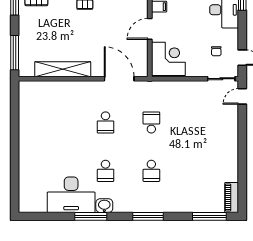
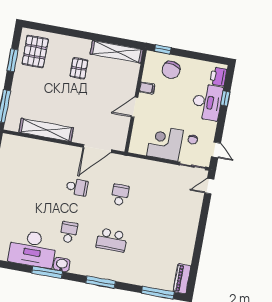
corner desk: (168, 59) -> (165, 143), moved, turned -90
door: (119, 79) -> (97, 149), swing flipped
school desk: (106, 122) -> (77, 187), turned -90
school desk: (106, 171) -> (69, 232), turned 180
school desk: (151, 171) -> (112, 240), width x1.85

